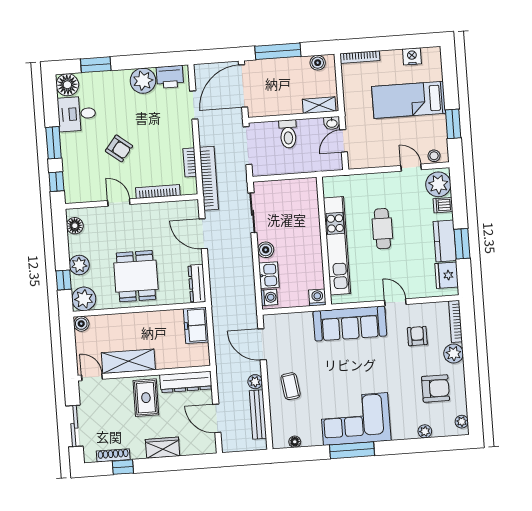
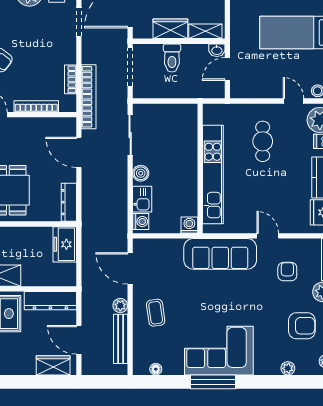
wardrobe: (284, 105) -> (170, 29), added
cafe table: (382, 229) -> (263, 141), moved
wardrobe: (163, 448) -> (53, 365), moved

